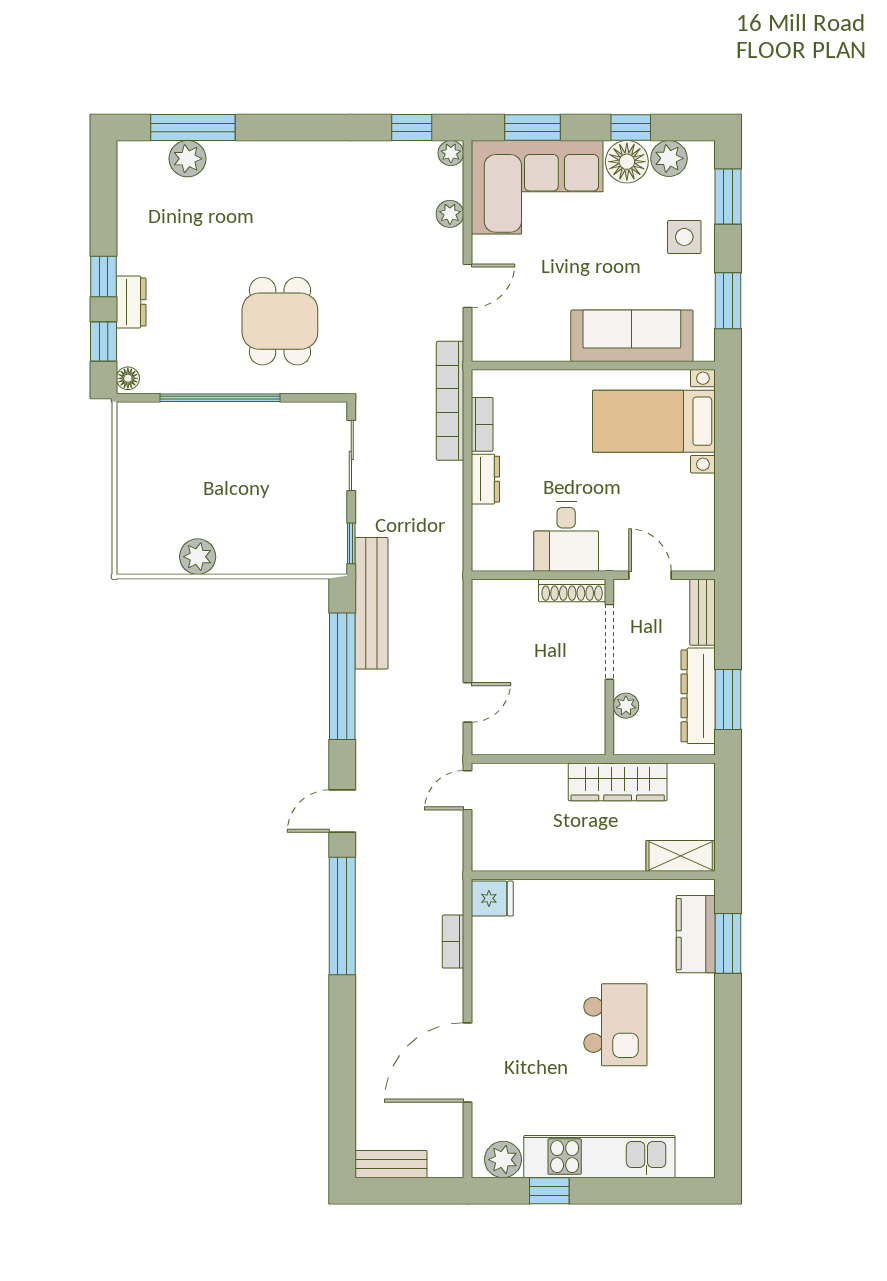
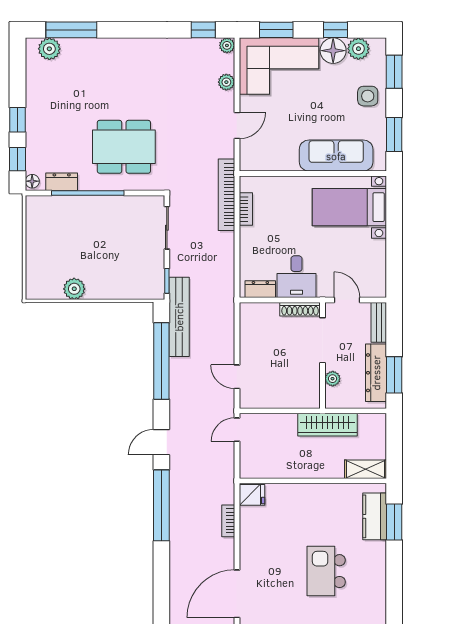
plant: (188, 159) -> (49, 49), moved
dresser: (131, 302) -> (62, 182), moved, turned -90
dining table: (280, 321) -> (124, 147), width x1.38
dresser: (485, 479) -> (260, 289), moved, turned -90
door: (467, 702) -> (237, 377), swing flipped
kitchen island: (615, 1025) -> (326, 571), turned 180

